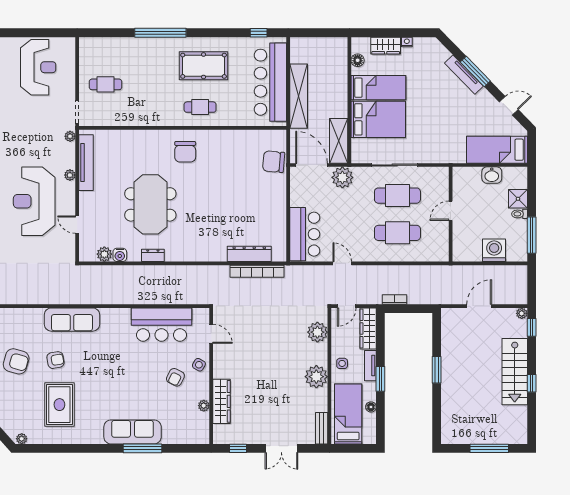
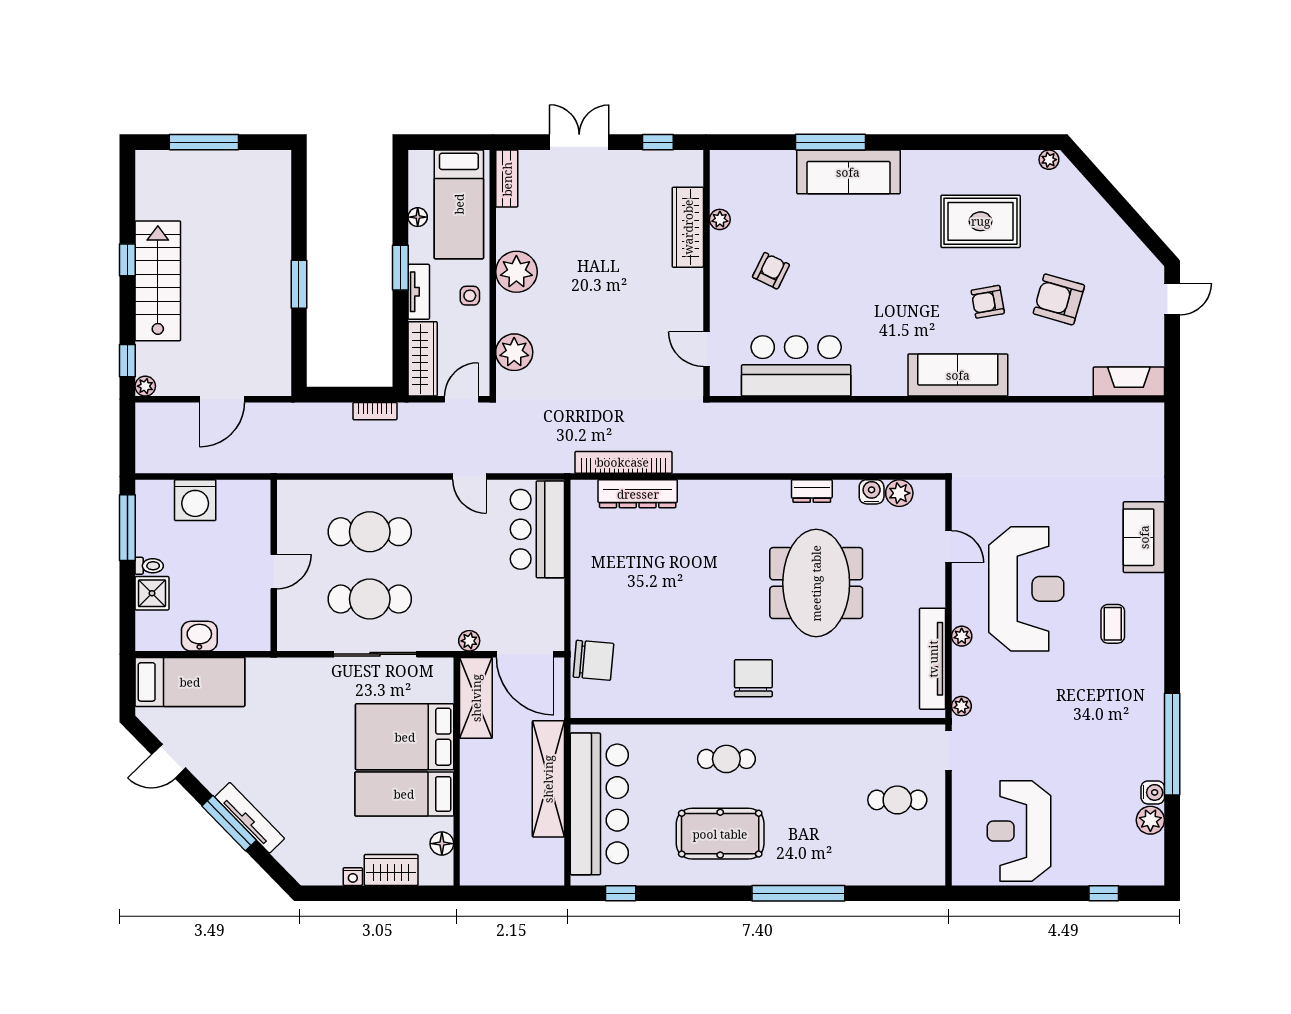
plant: (342, 177) -> (469, 641), width x0.53, depth x0.53
side table: (199, 365) -> (729, 293), removed
rug: (59, 405) -> (981, 221), turned 90

